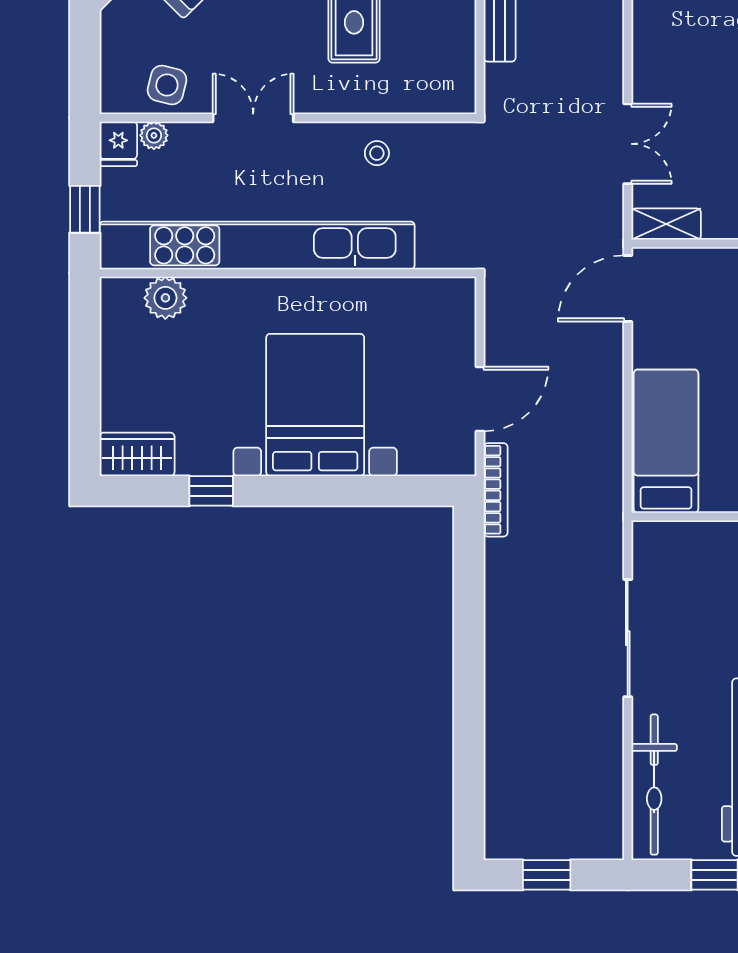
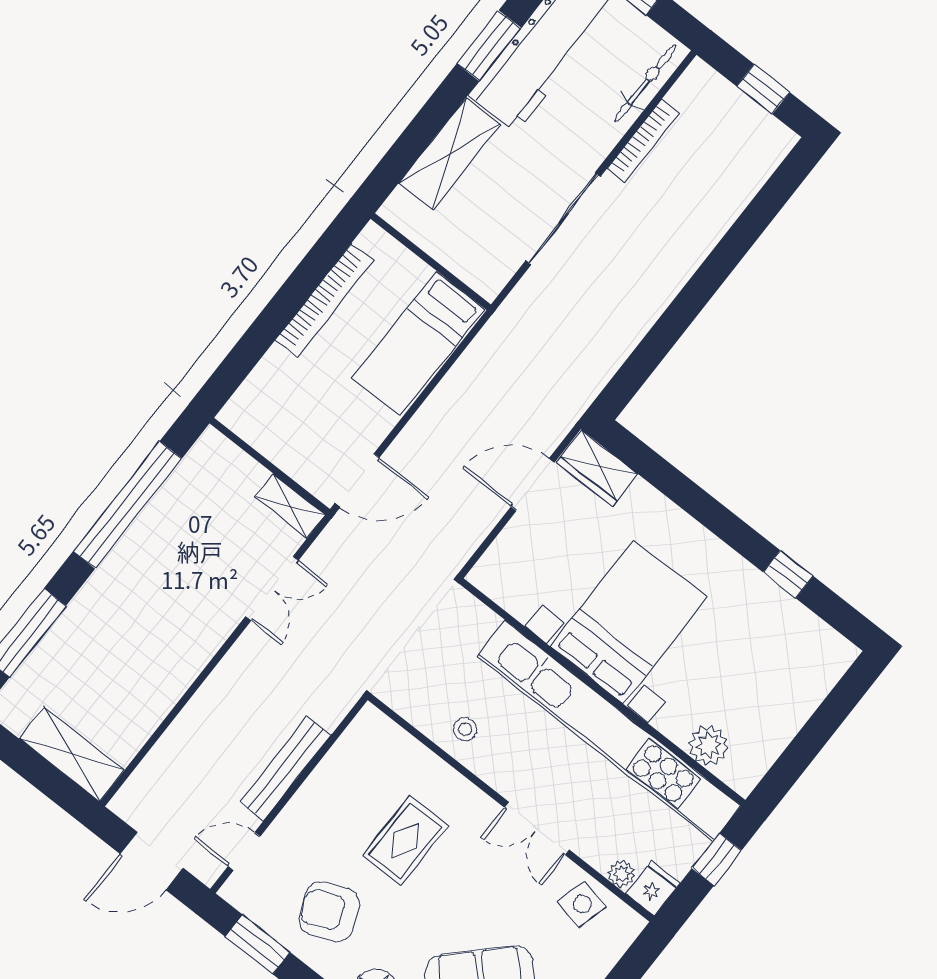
double door: (628, 144) -> (272, 589), swing flipped
bed with nightstands: (315, 405) -> (628, 622), moved, turned 180
wardrobe: (137, 454) -> (597, 468), moved
bookcase: (496, 490) -> (643, 141), moved, turned 180
bicycle: (654, 785) -> (645, 83), width x0.73, depth x0.71

